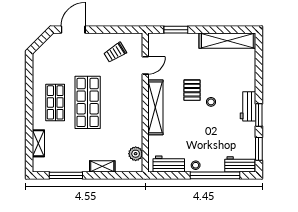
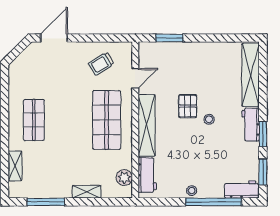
shelving: (227, 41) -> (251, 75), moved, turned 90
shop shelf: (88, 102) -> (107, 120), moved
workbench: (169, 164) -> (147, 175), moved, turned 90

